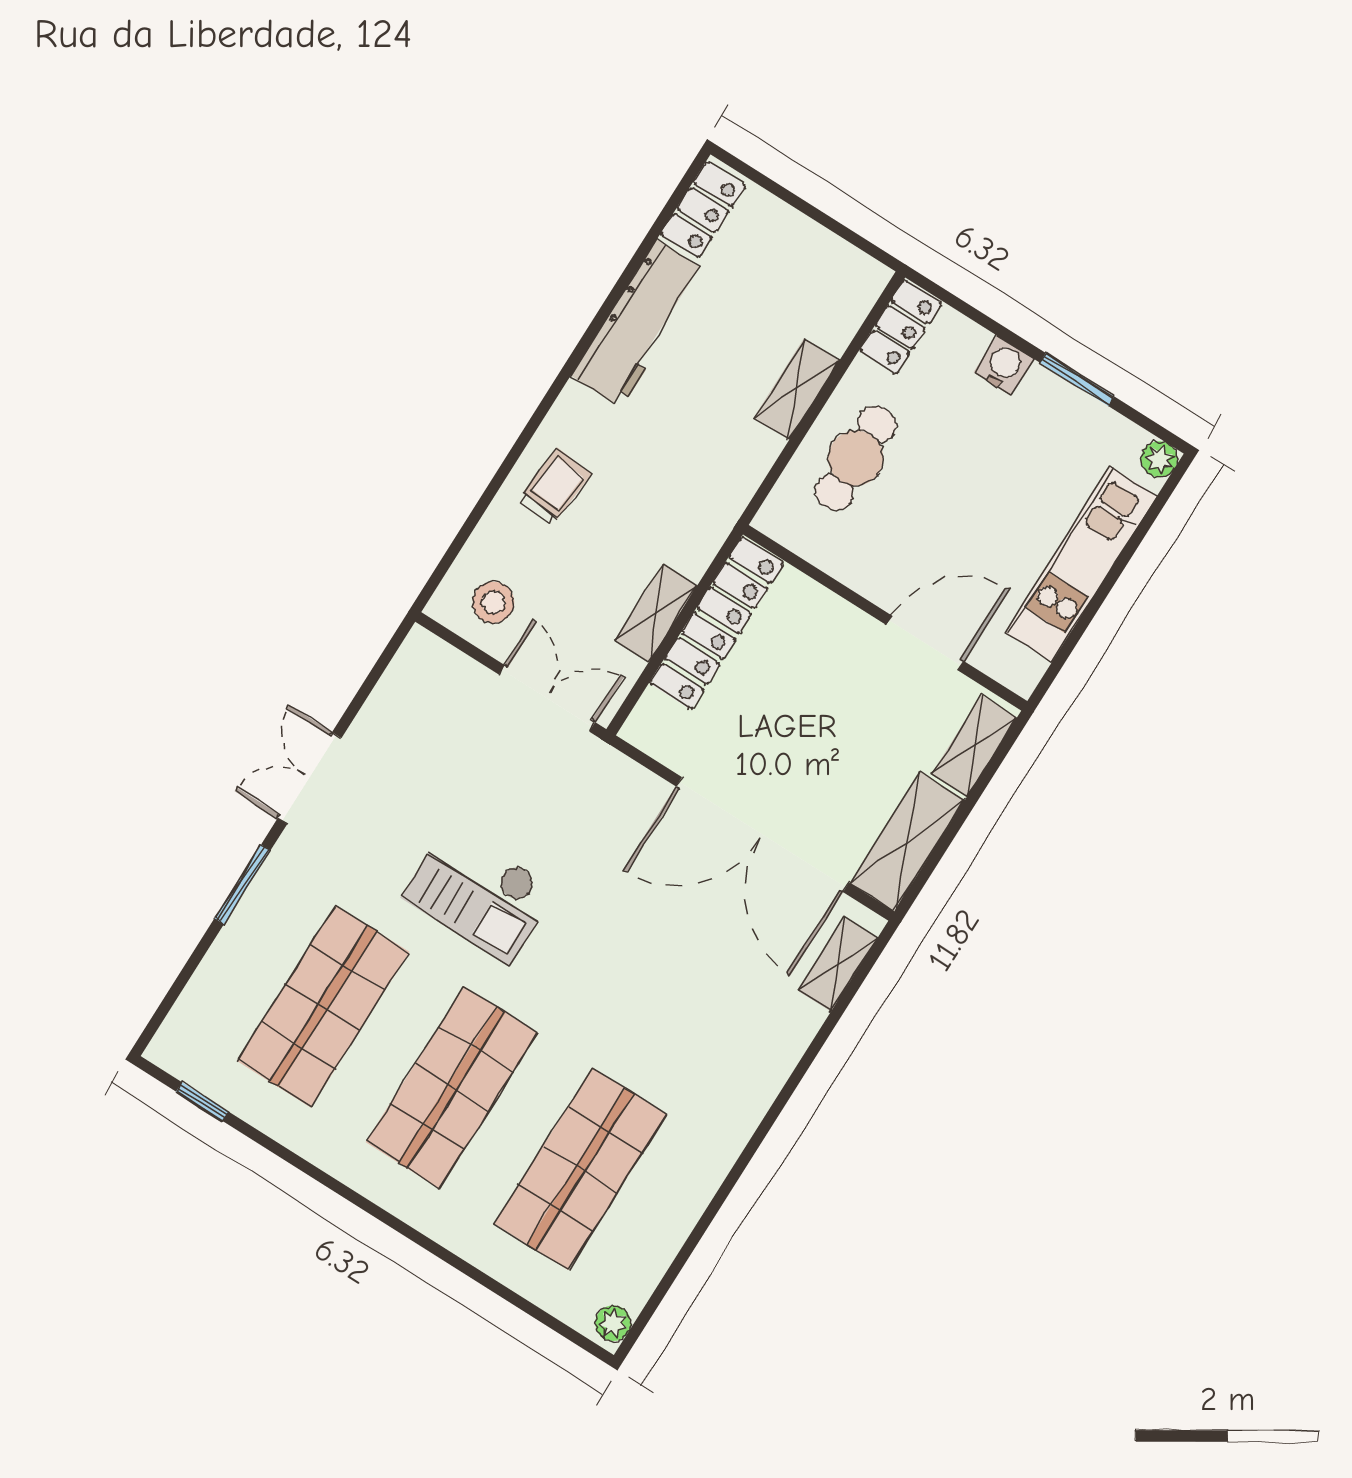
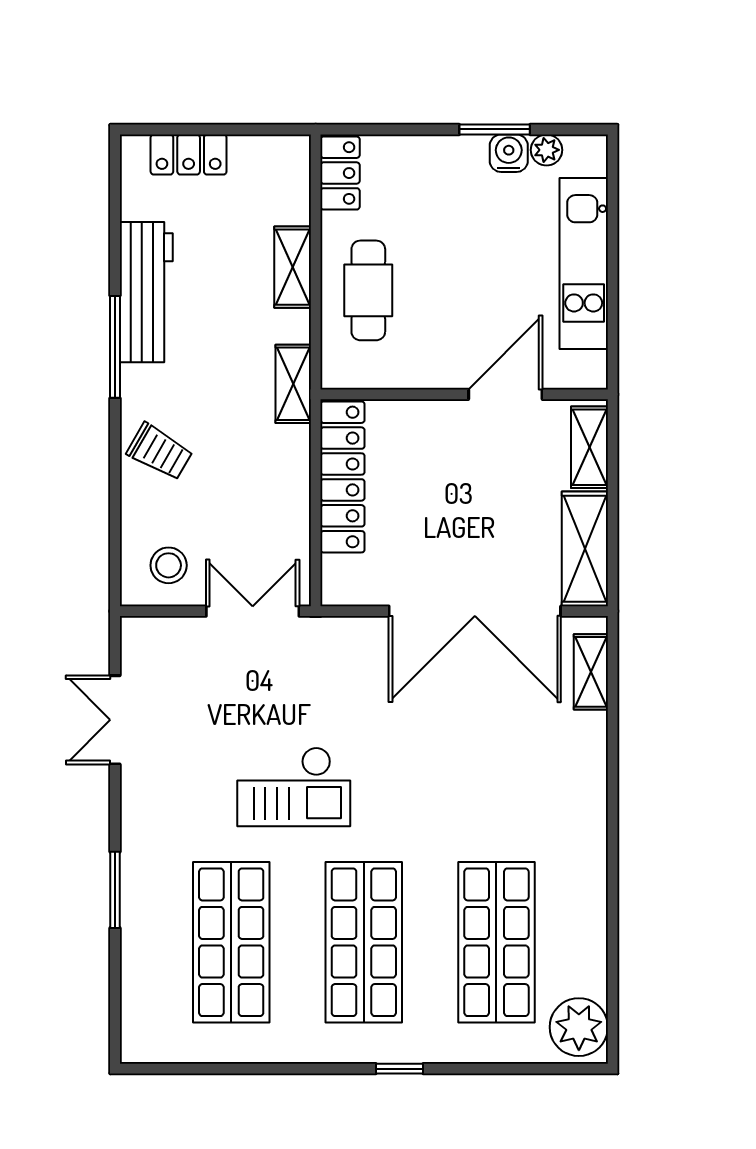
locker: (703, 210) -> (189, 154), moved, turned 90
window: (575, 358) -> (115, 347), added
water cooler: (1004, 365) -> (509, 153), moved
plant: (1159, 459) -> (547, 150), moved
trolley: (555, 487) -> (160, 452), turned 115
shelving: (656, 613) -> (293, 384), moved
double door: (310, 778) -> (115, 720), moved
window: (202, 1101) -> (399, 1069), moved
plant: (613, 1323) -> (579, 1027), width x1.88, depth x1.88

